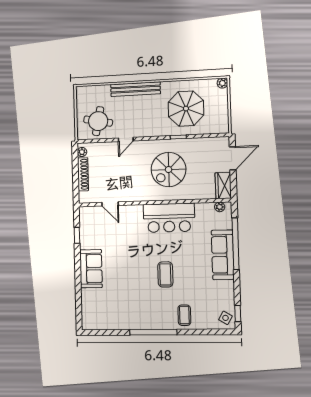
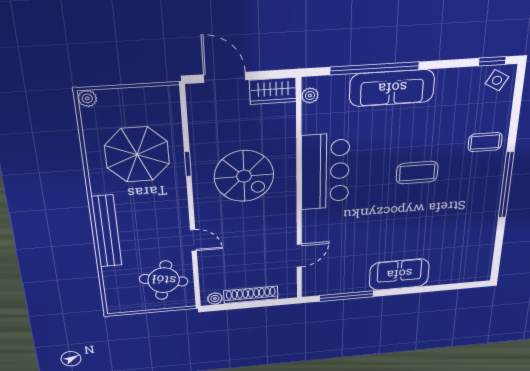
window: (77, 235) -> (347, 296), width x2.17

